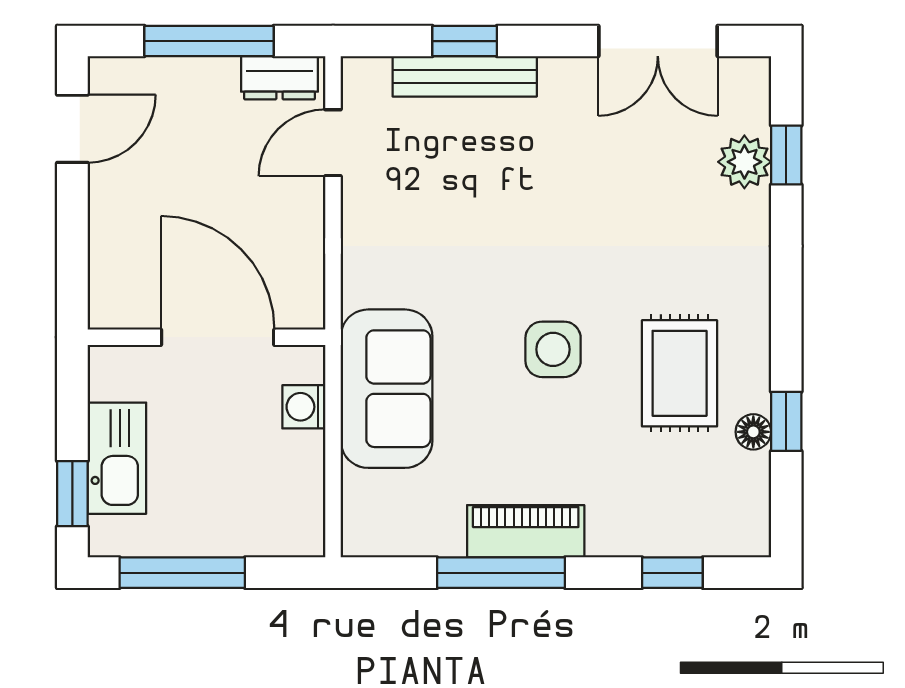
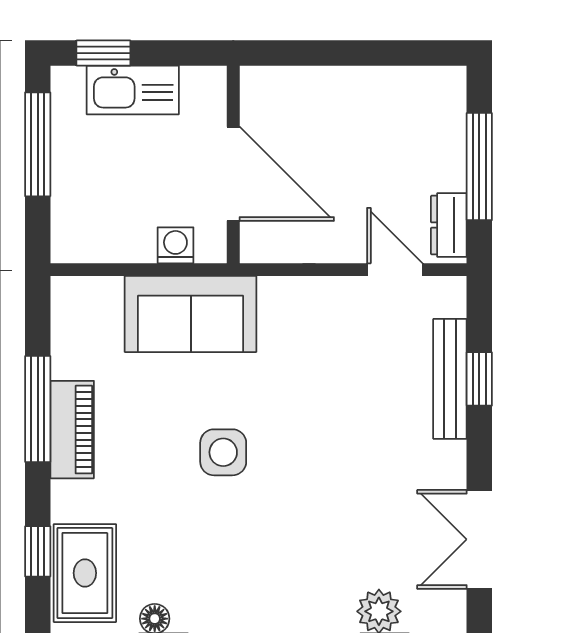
door: (72, 129) -> (406, 53), removed
door: (218, 337) -> (233, 174), hinge flipped
rug: (680, 373) -> (85, 573), moved, turned 90

